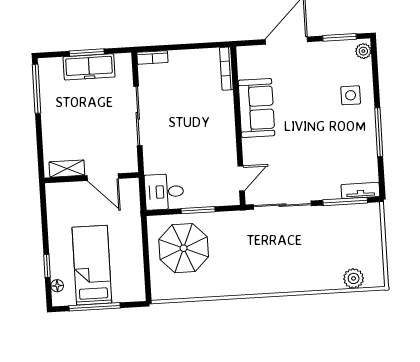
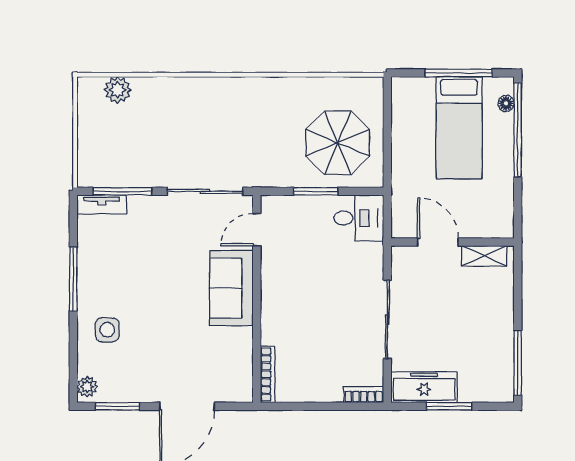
freezer: (89, 67) -> (424, 387), moved
sofa: (256, 108) -> (231, 288), moved
window: (47, 266) -> (518, 130), width x3.17

